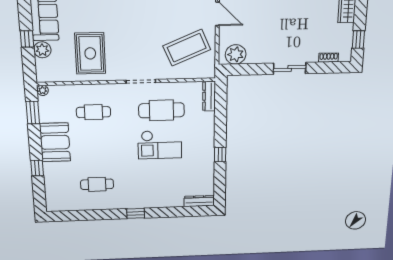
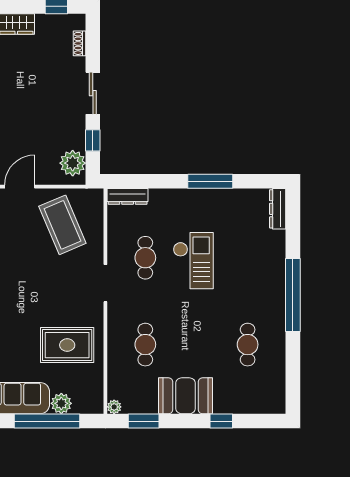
window: (27, 39) -> (47, 421), width x3.17
window: (253, 69) -> (93, 140), added
cafe table: (161, 110) -> (145, 258), width x0.73, depth x0.74
window: (220, 155) -> (210, 181), width x2.17
window: (136, 213) -> (293, 295), width x3.17

